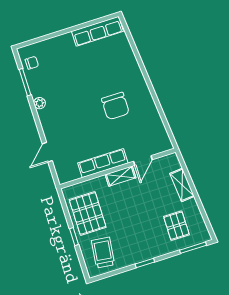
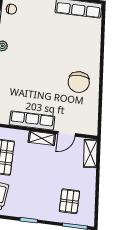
chair: (115, 106) -> (79, 82), moved
shelving: (182, 185) -> (90, 153), moved

